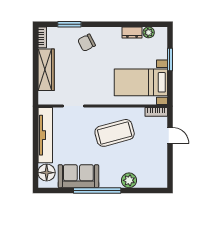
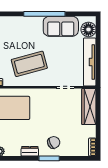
window: (69, 24) -> (49, 158), moved
dresser: (132, 32) -> (30, 151), moved
wardrobe: (46, 70) -> (89, 107), moved
plant: (129, 180) -> (17, 23), removed

